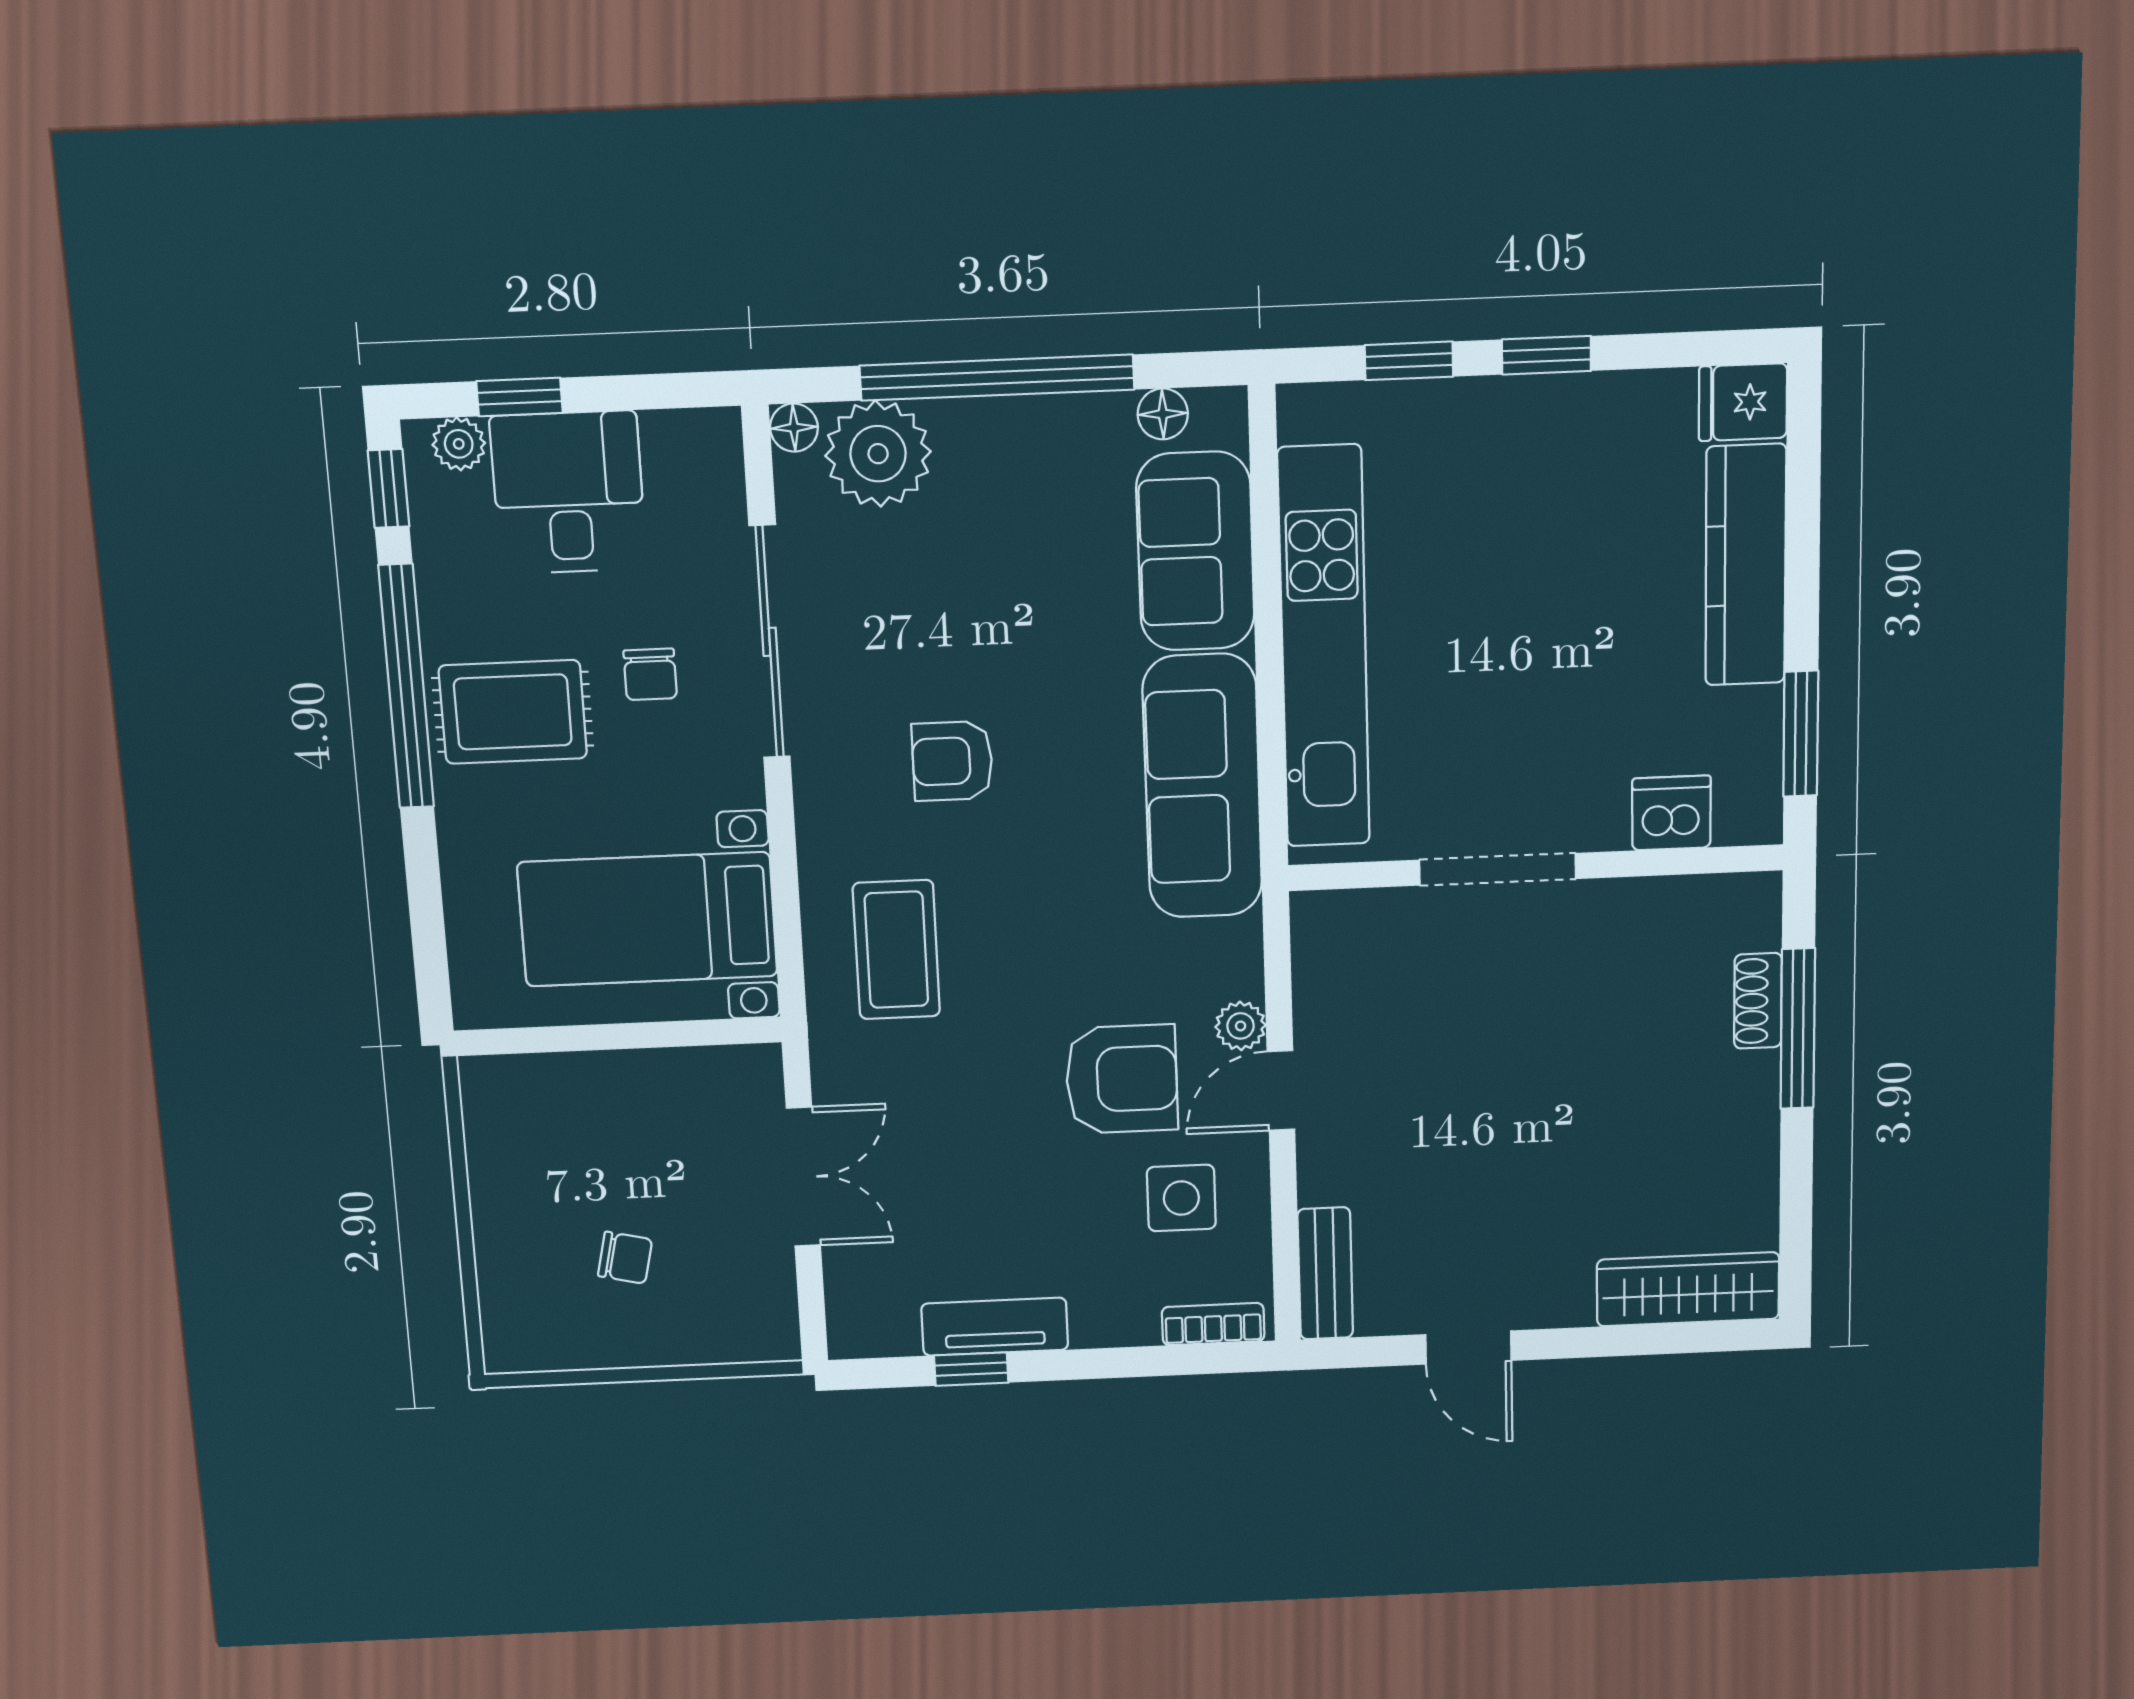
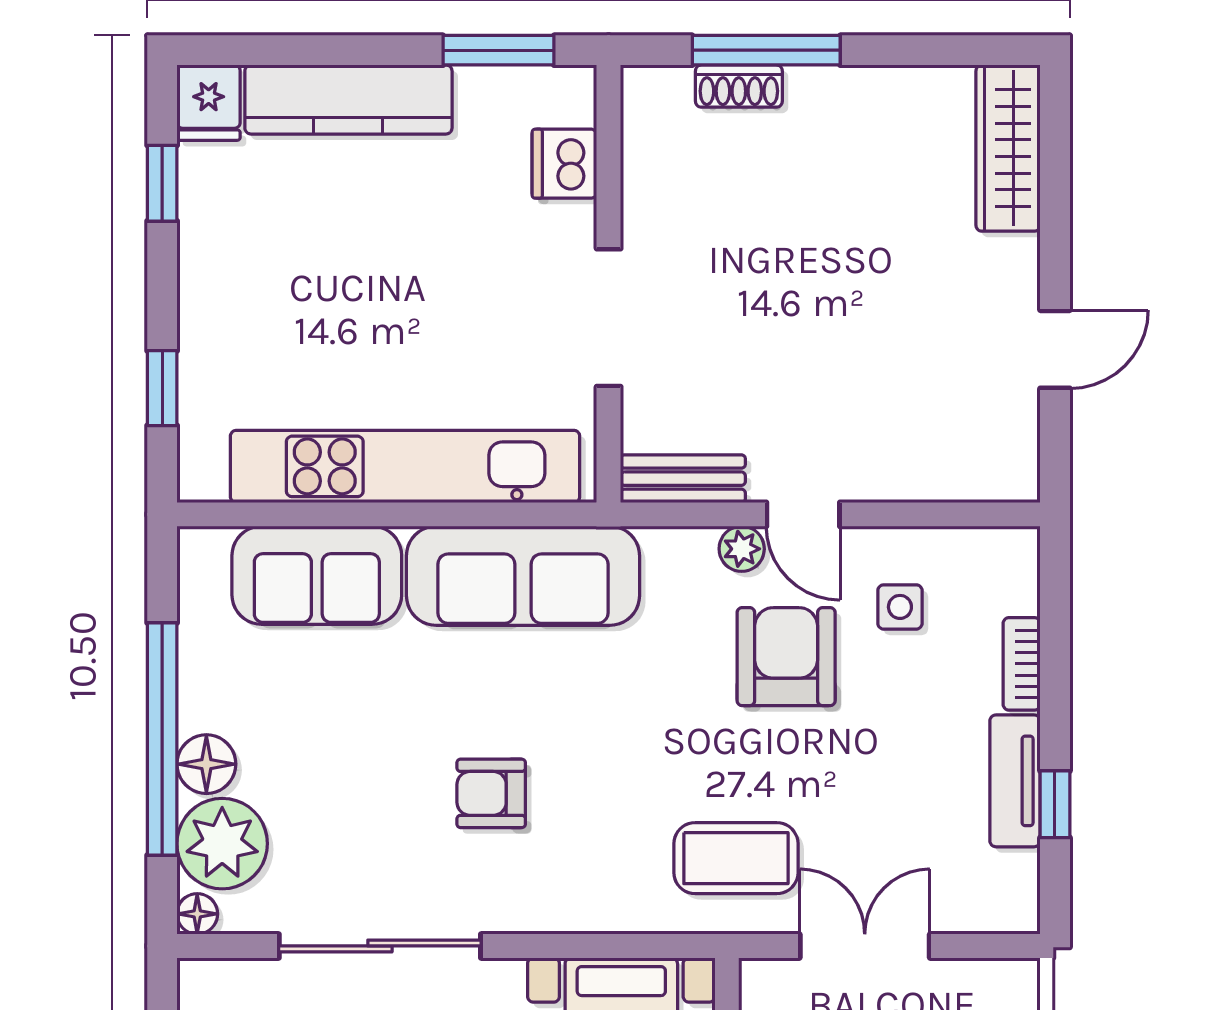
window: (1546, 355) -> (162, 183), moved
floor lamp: (1163, 414) -> (206, 764), moved, width x1.37, depth x1.37
armchair: (952, 761) -> (491, 793), turned 90
coffee table: (896, 950) -> (736, 858), moved
side table: (1181, 1198) -> (900, 607), width x0.73, depth x0.73
bench: (1325, 1273) -> (683, 479), moved
bookcase: (1213, 1324) -> (1022, 664), moved

